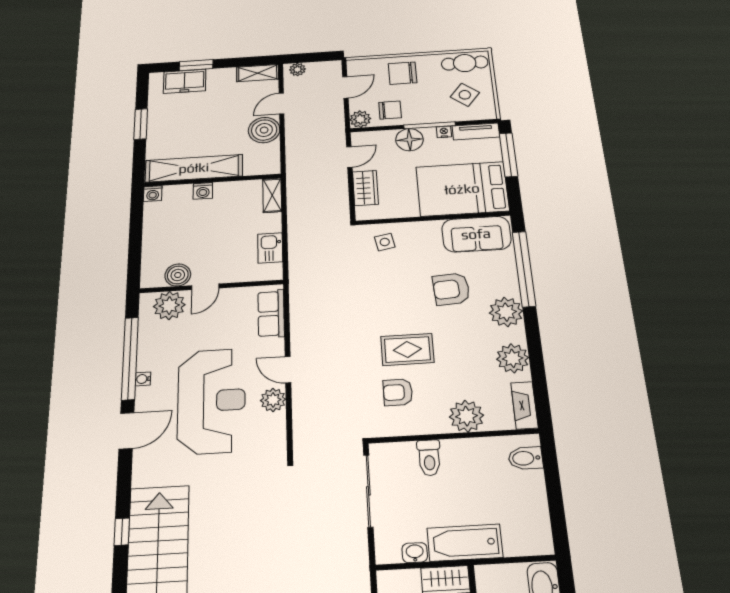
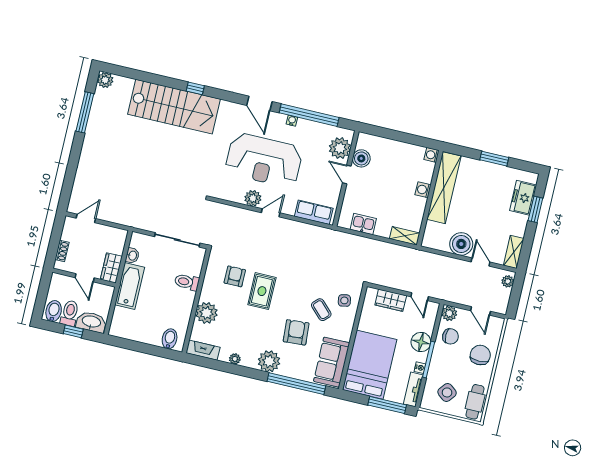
chair: (390, 110) -> (450, 336), turned -89
coffee table: (408, 267) -> (321, 310), added
plant: (513, 358) -> (235, 359), width x0.53, depth x0.53

